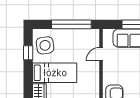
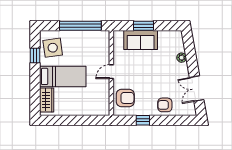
door: (101, 54) -> (111, 72), moved

